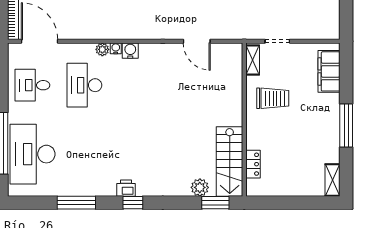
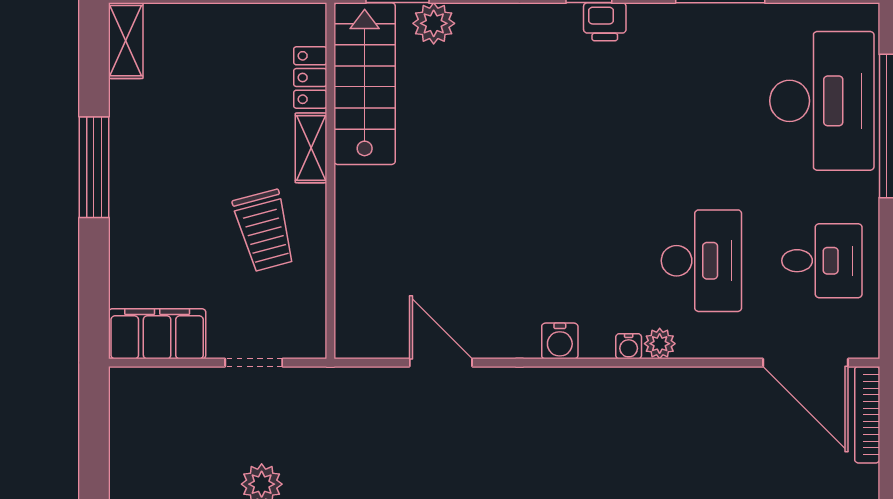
water cooler: (130, 51) -> (560, 341), moved
shelving: (253, 60) -> (311, 148), moved
filing cabinet: (329, 71) -> (157, 334), moved, turned -90
trolley: (273, 98) -> (264, 231), turned -105

